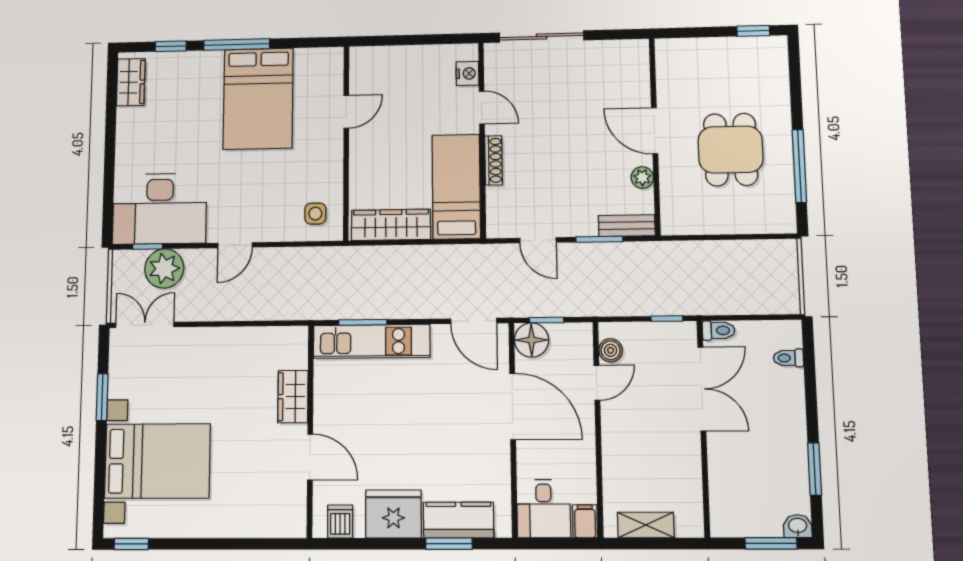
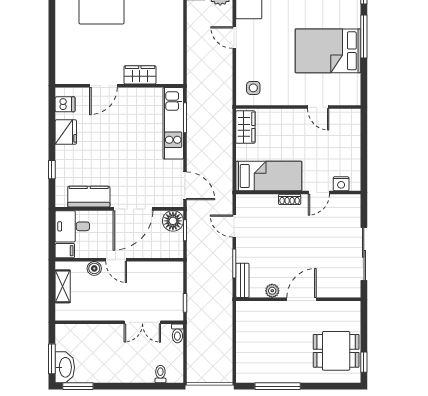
sliding door: (541, 36) -> (364, 254), moved
dining table: (731, 150) -> (336, 351), moved
shoe rack: (494, 160) -> (290, 199), width x0.70
wardrobe: (391, 225) -> (245, 127), width x0.67
door: (538, 240) -> (234, 226), hinge flipped
door: (474, 321) -> (185, 186), swing flipped
boiler: (611, 350) -> (94, 268), moved
door: (597, 383) -> (116, 260), moved
double door: (702, 389) -> (142, 322), width x0.73
window: (815, 469) -> (78, 386), moved
fridge: (393, 514) -> (66, 132), width x0.73, depth x0.75
kitchen counter: (458, 520) -> (89, 197), moved, turned -90
washbasin: (798, 526) -> (65, 367), width x1.91, depth x1.45
window: (449, 544) -> (52, 170), width x0.67

